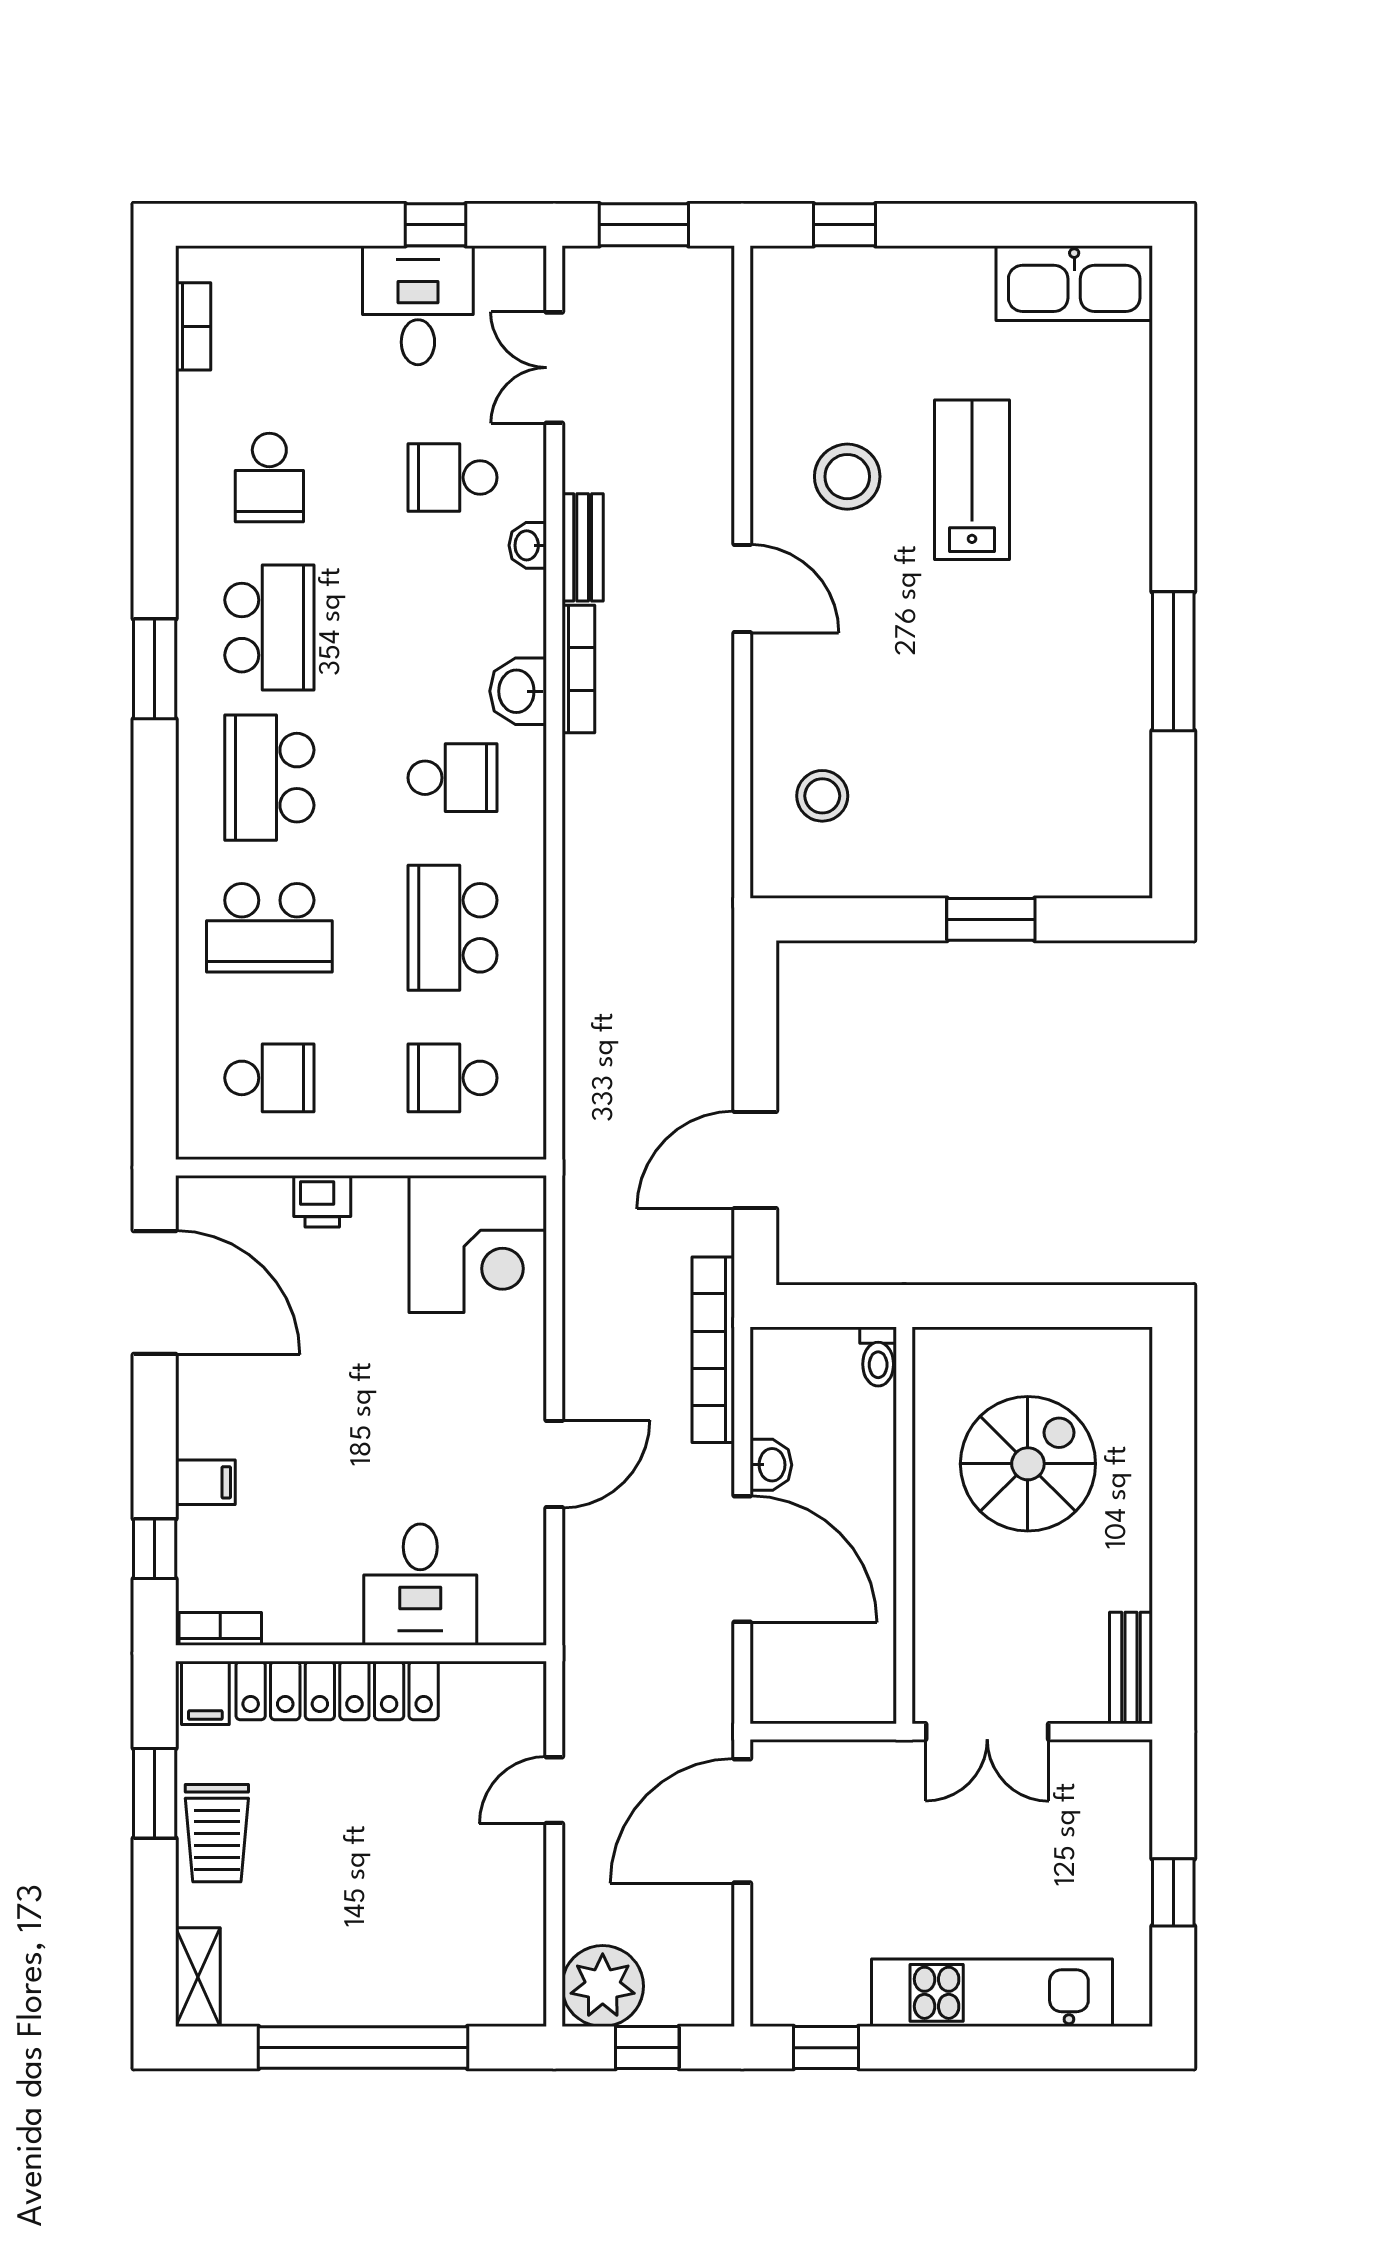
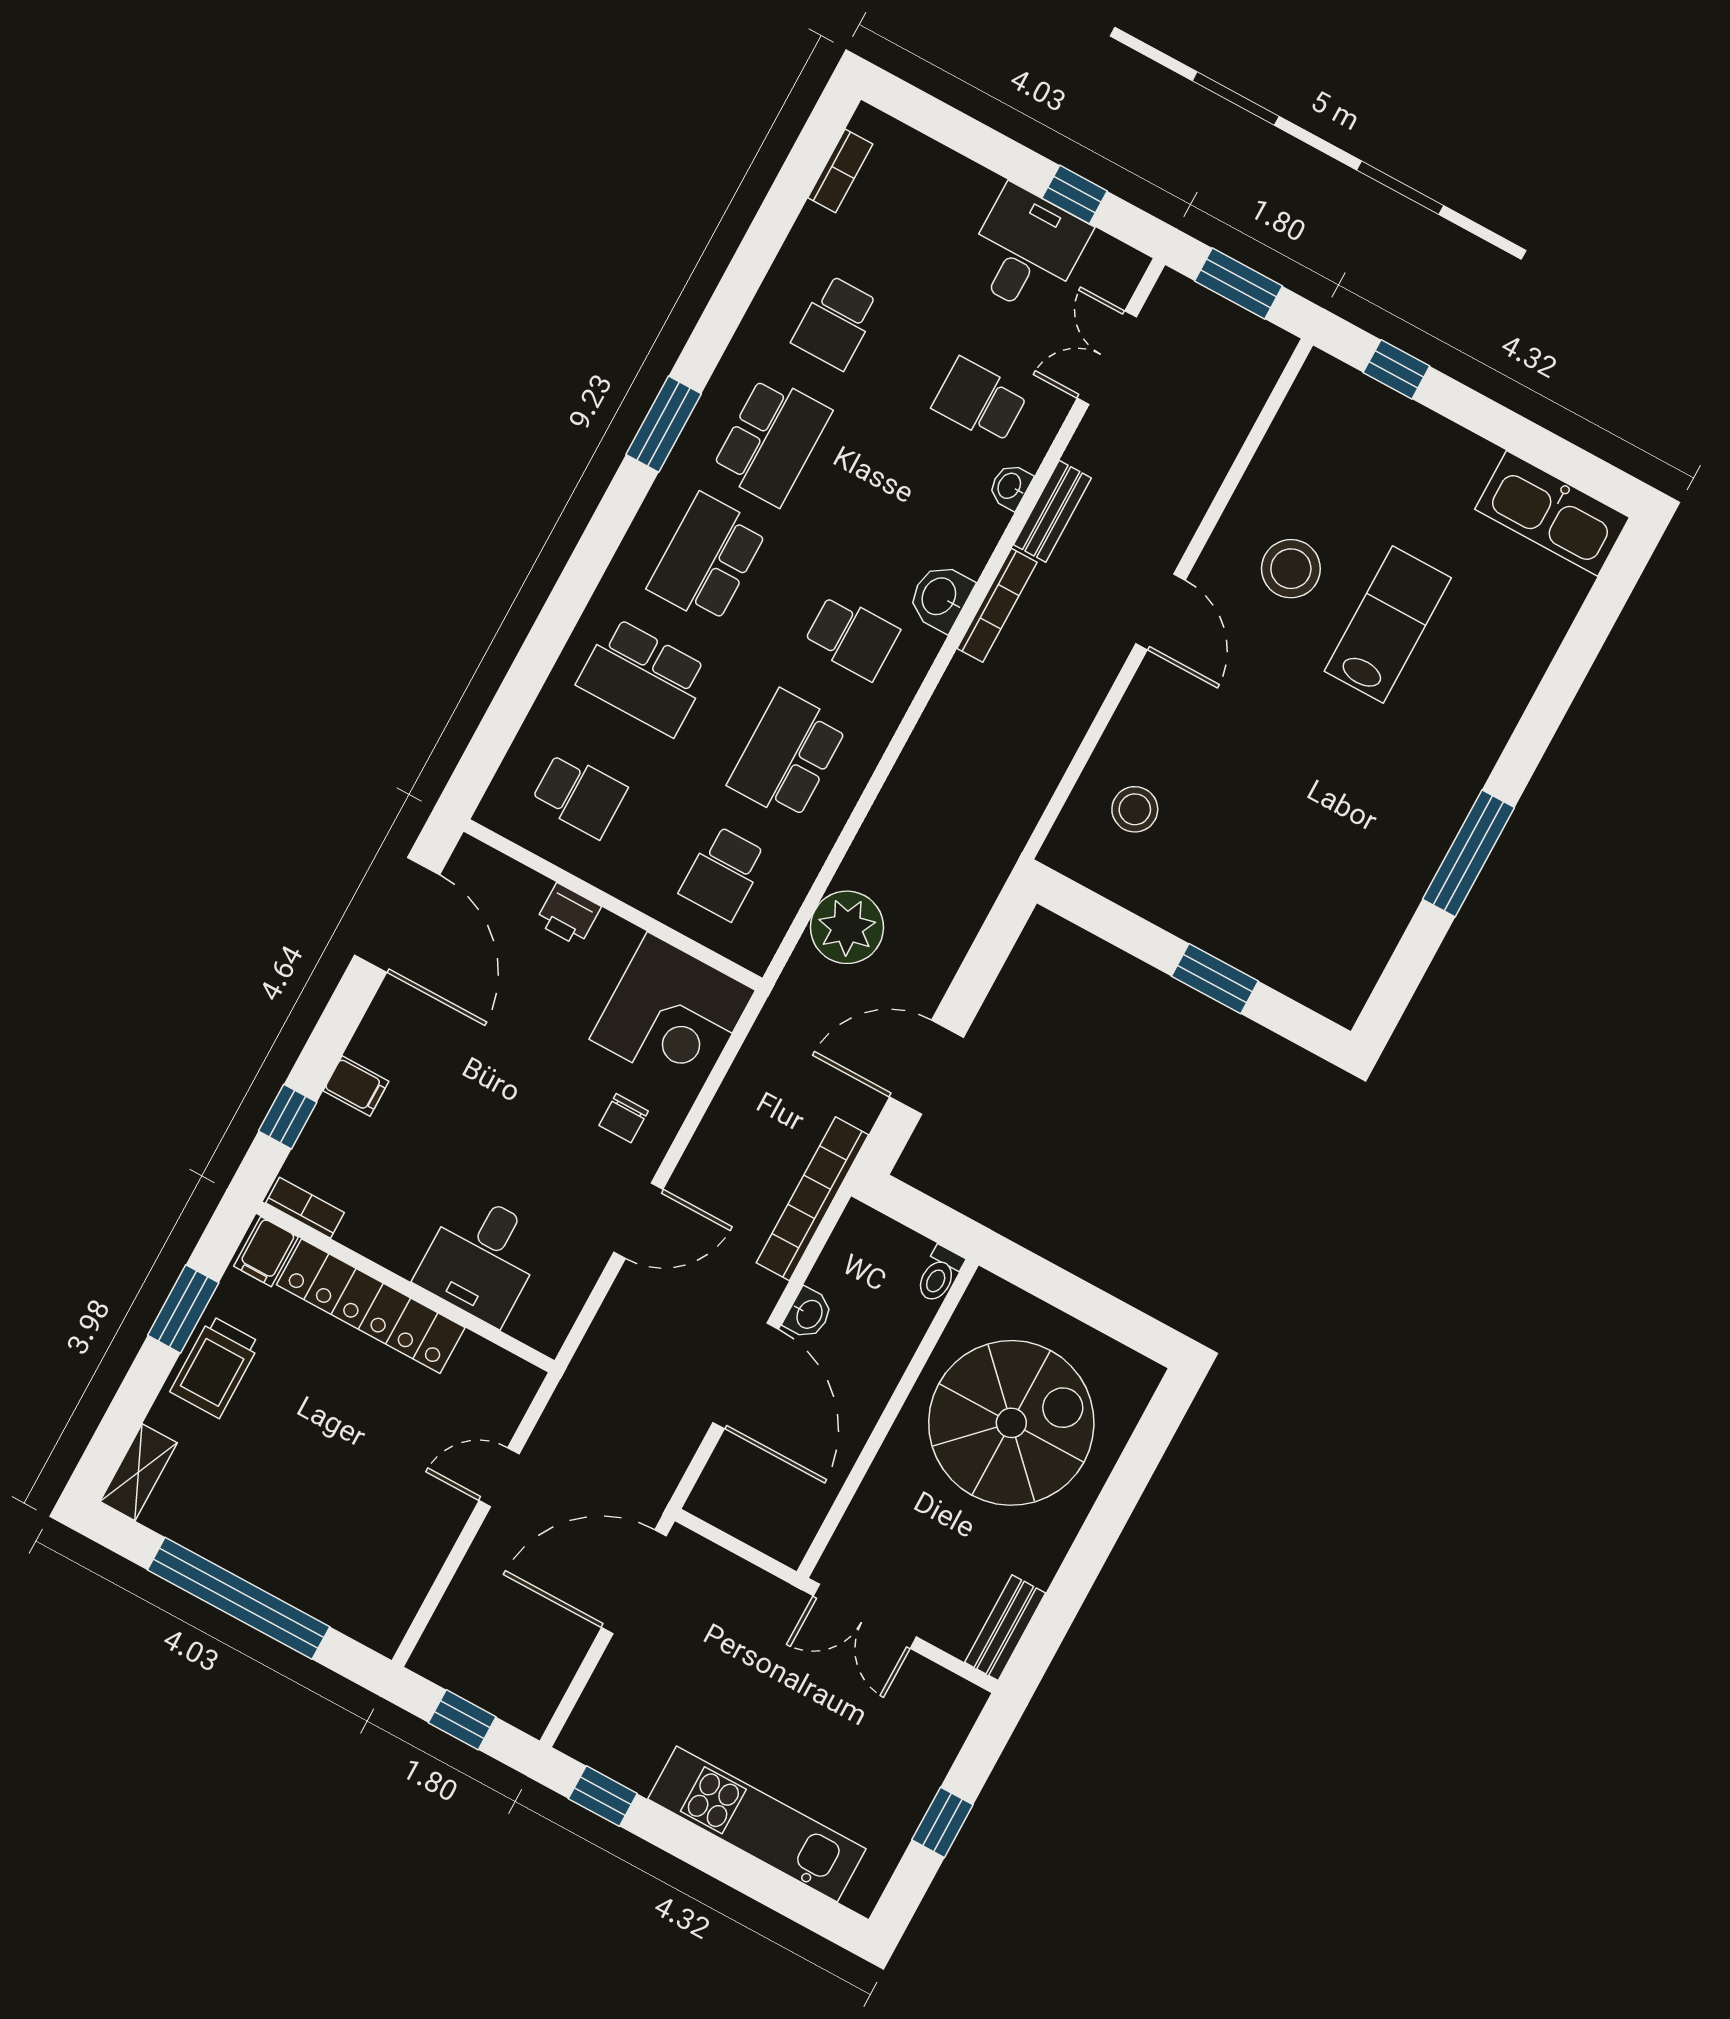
school desk: (453, 1078) -> (723, 873), turned -90
chair: (485, 1371) -> (624, 1118), added
spiral stairs: (1028, 1464) -> (1011, 1423), width x1.37, depth x1.37
plant: (603, 1986) -> (847, 927), moved

